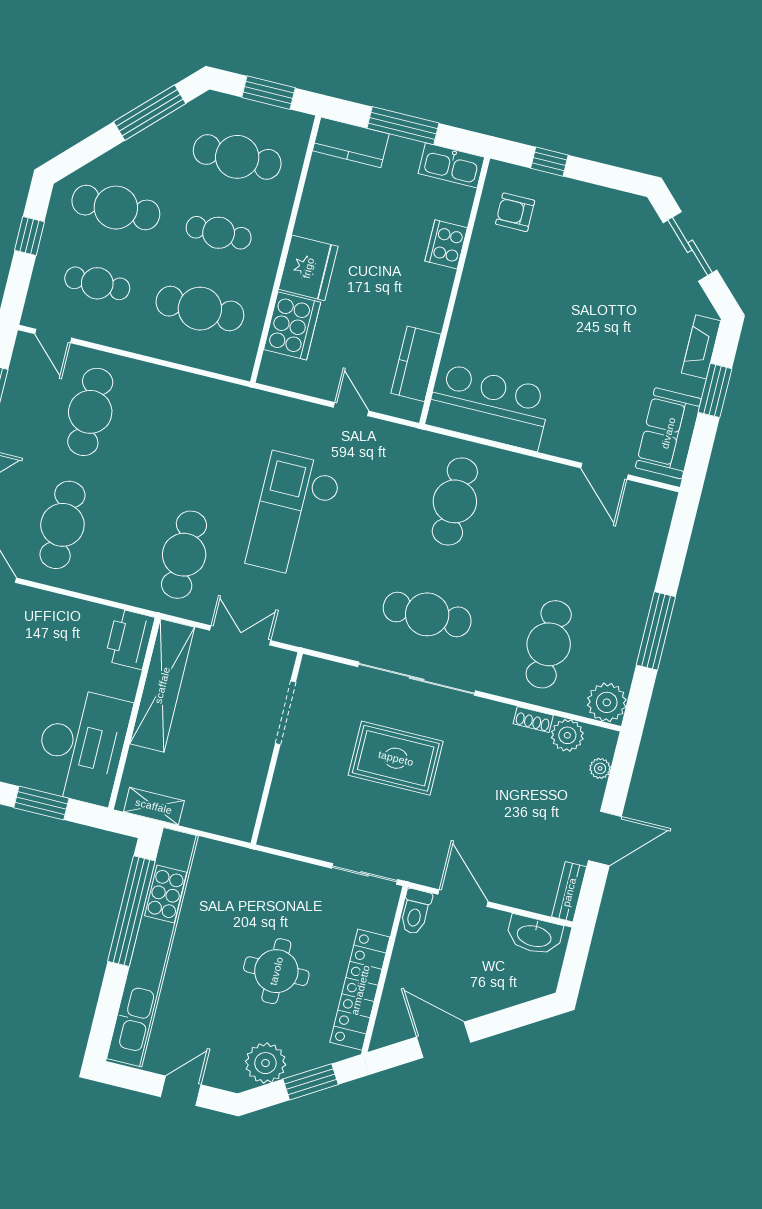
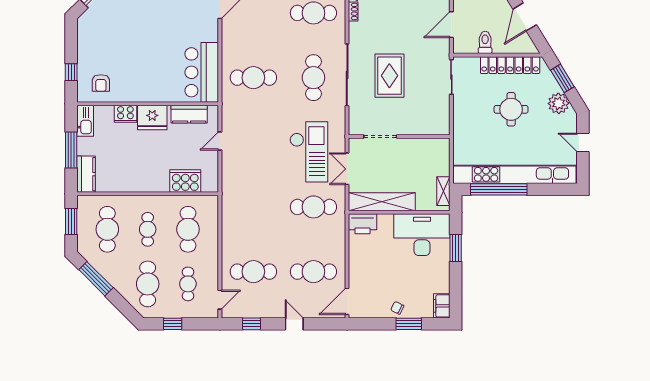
fridge: (308, 268) -> (152, 117), moved, turned 180
checkout: (294, 515) -> (309, 152), moved, turned -90
toilet: (415, 912) -> (485, 42), moved, turned -90

